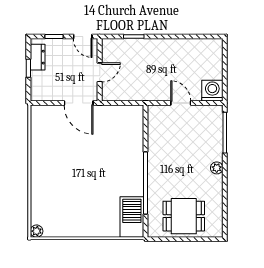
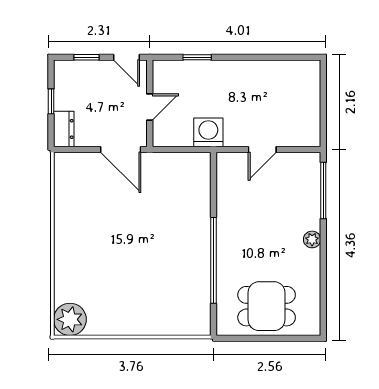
dresser: (38, 57) -> (64, 129), moved
washing machine: (212, 91) -> (208, 132), moved
door: (181, 103) -> (262, 150), swing flipped
barbecue: (132, 217) -> (195, 307), removed
plant: (37, 231) -> (70, 319), width x1.88, depth x1.88

